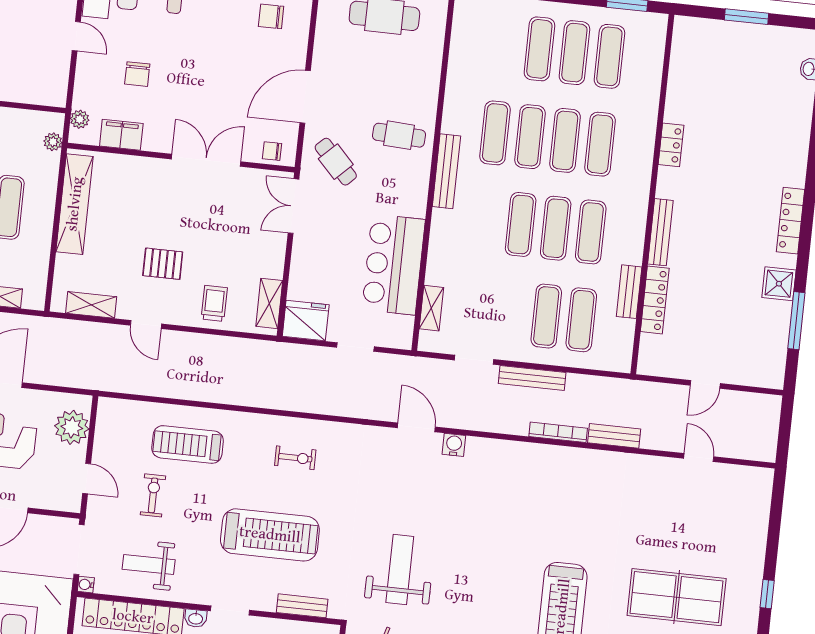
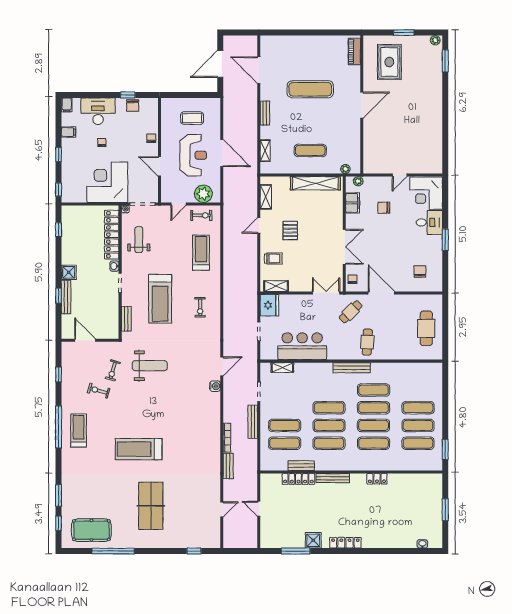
exercise bike: (153, 495) -> (201, 215), moved
window: (767, 594) -> (194, 551), moved

